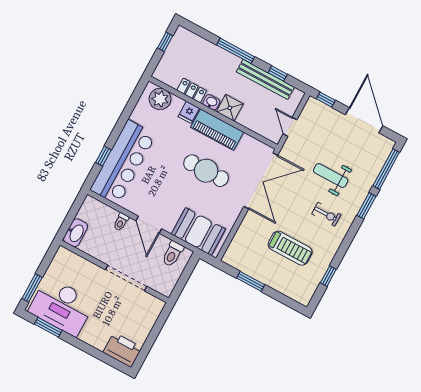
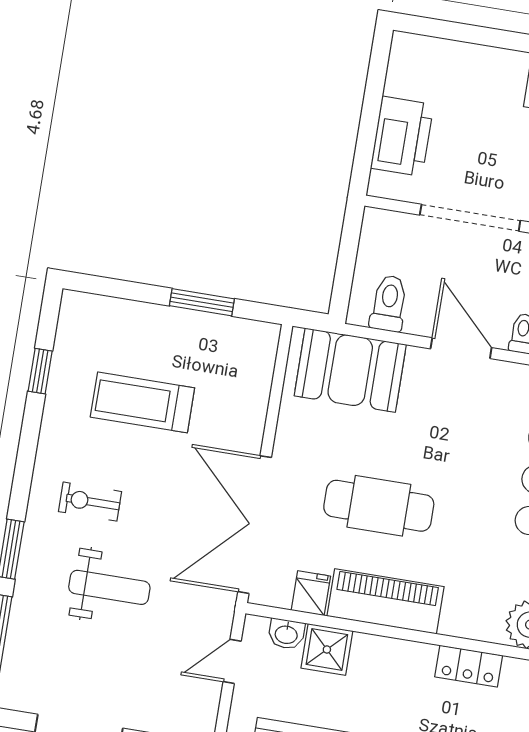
washbasin: (211, 102) -> (286, 634), moved
shower: (230, 108) -> (327, 649), moved
fridge: (189, 112) -> (311, 593), moved
door: (290, 127) -> (232, 661), swing flipped
printer: (122, 350) -> (402, 136), moved, turned -90

